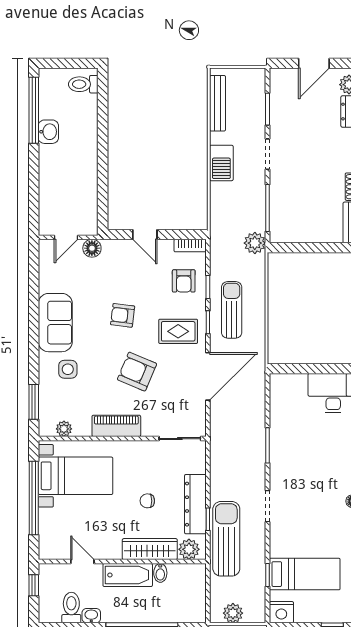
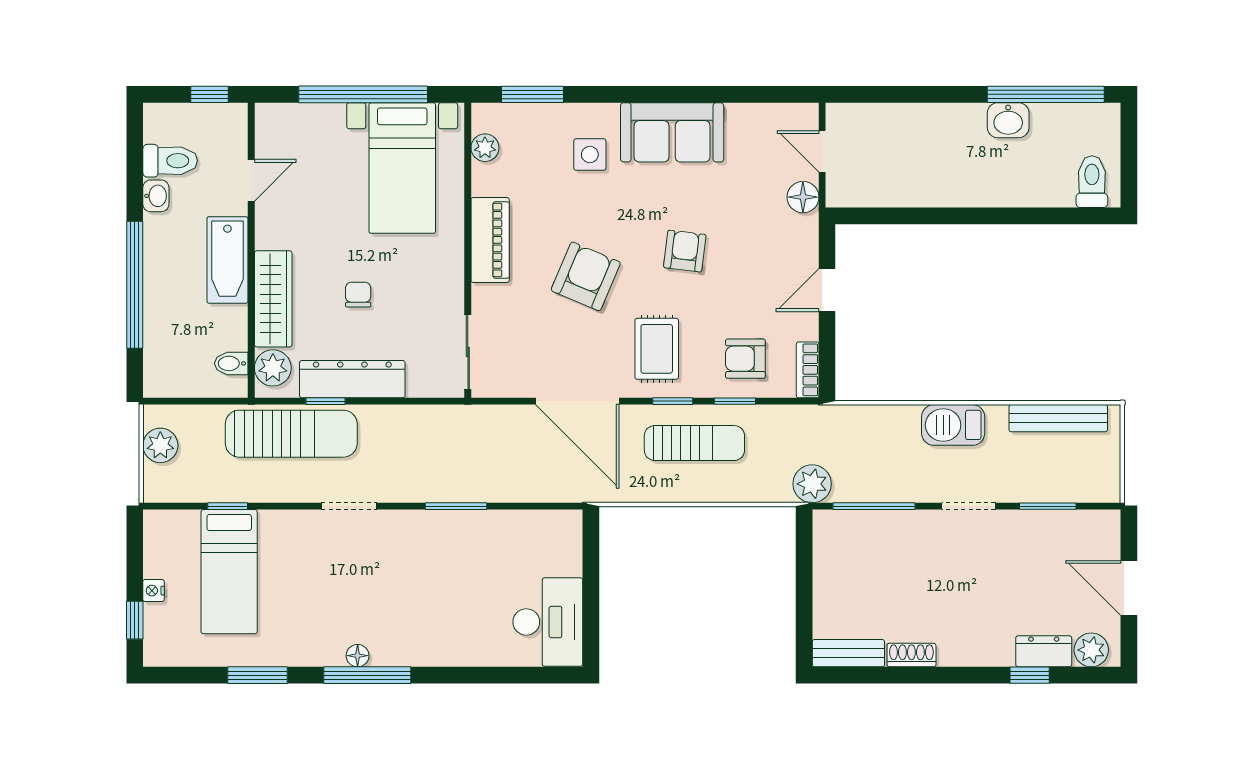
bidet: (160, 573) -> (231, 363), moved
nightstand: (281, 612) -> (154, 591), moved, width x0.53, depth x0.56

